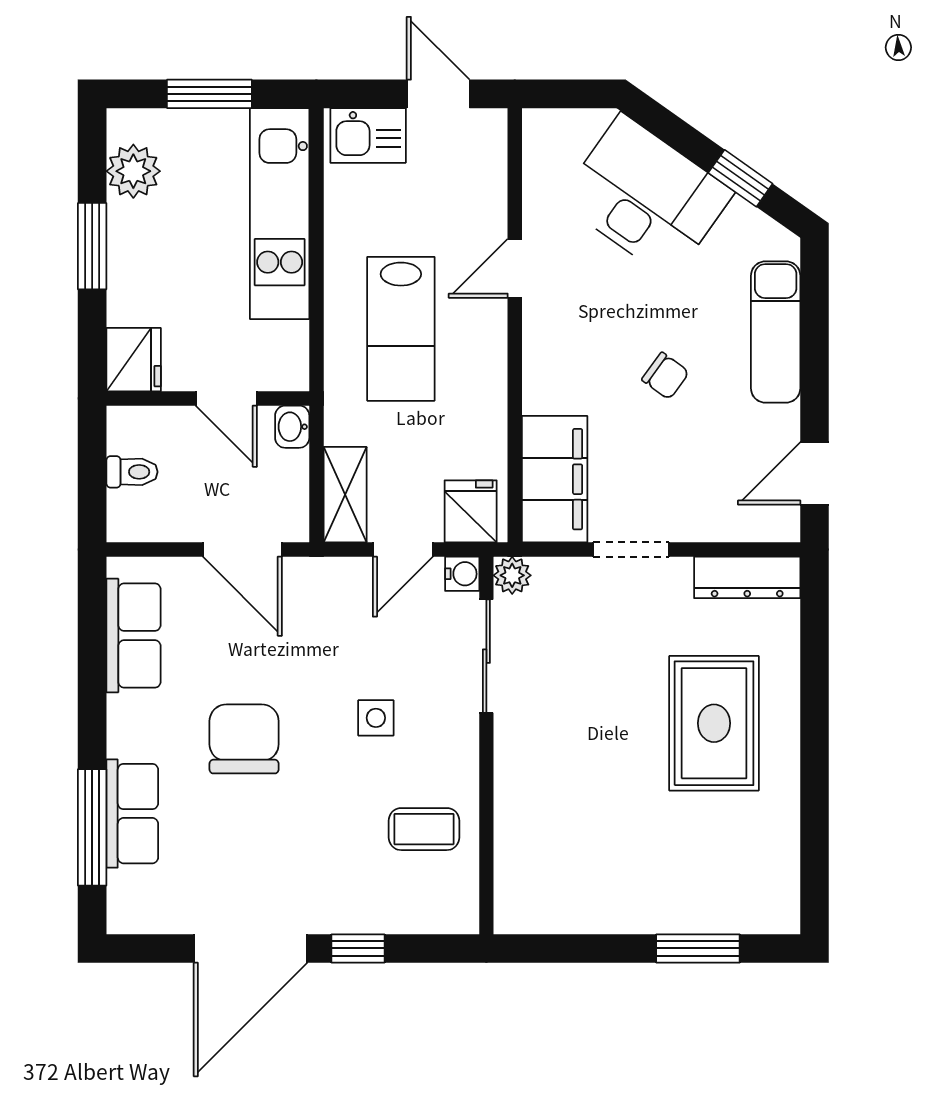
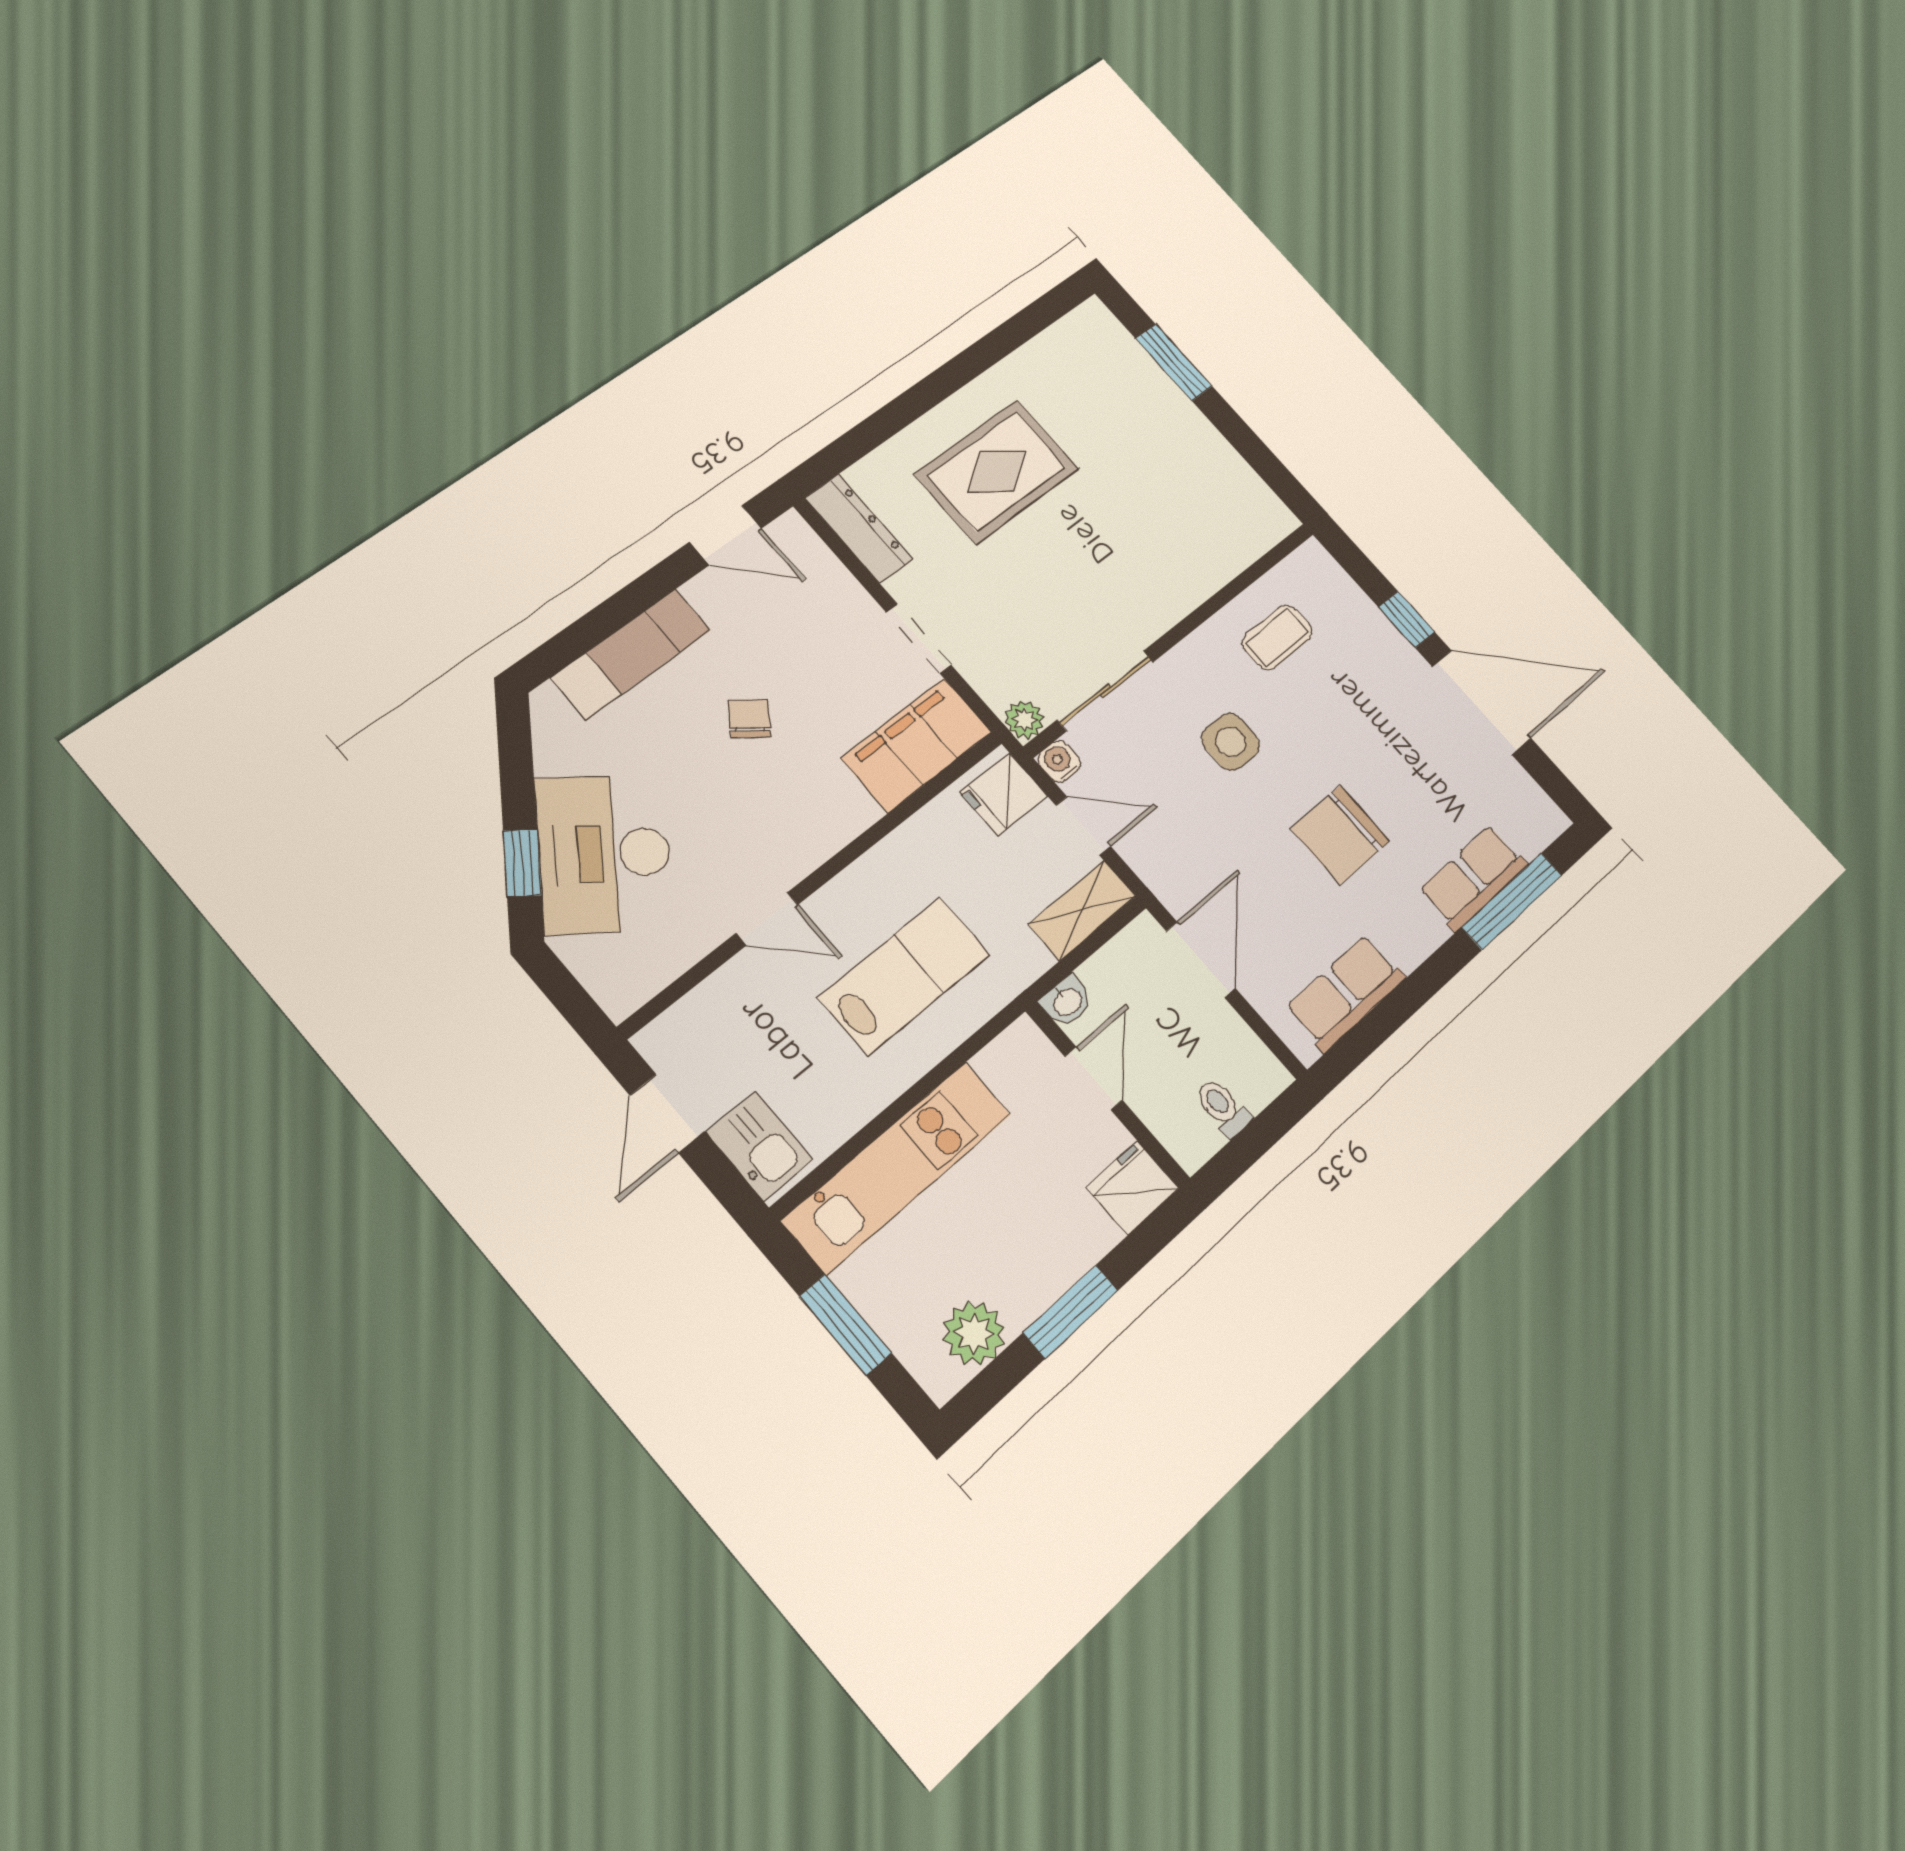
window: (740, 178) -> (522, 863), moved
side table: (376, 718) -> (1231, 742), width x1.37, depth x1.37
coffee table: (424, 829) -> (1277, 637), turned 90

